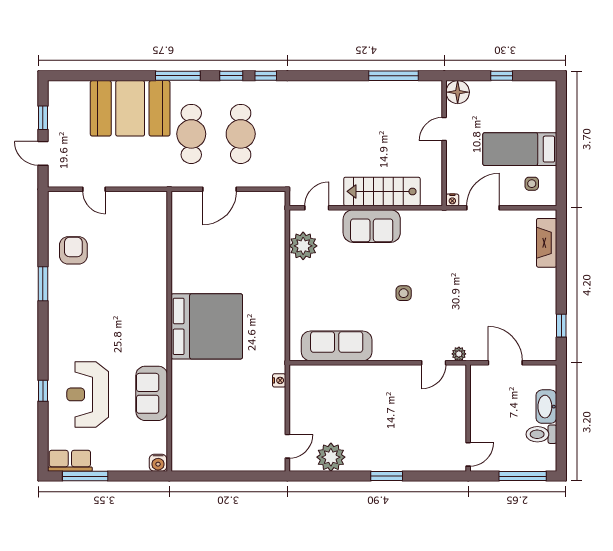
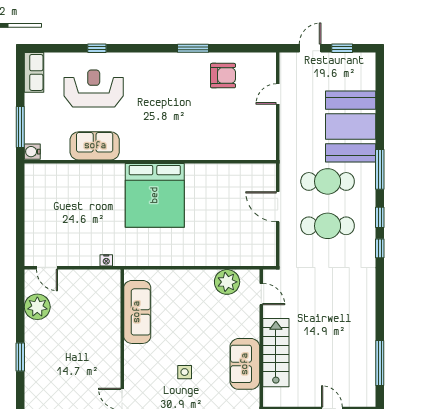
sofa: (372, 226) -> (245, 364), moved
window: (85, 476) -> (20, 127), moved

